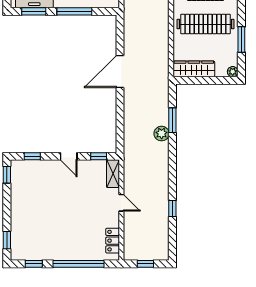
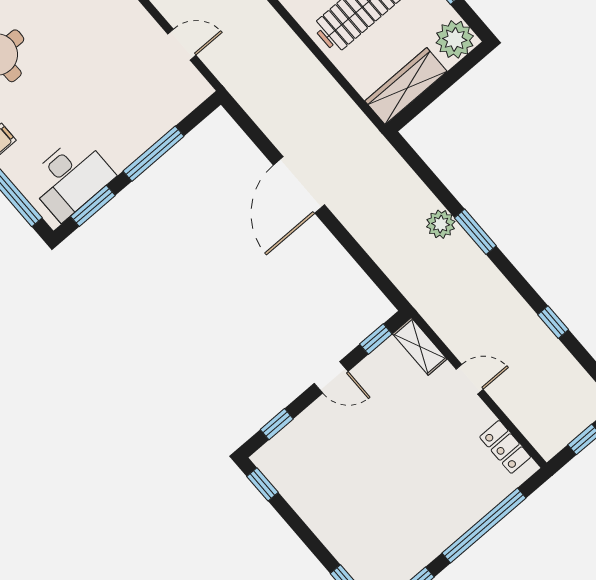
plant: (233, 72) -> (455, 39), width x1.88, depth x1.88
window: (172, 120) -> (475, 232), moved

